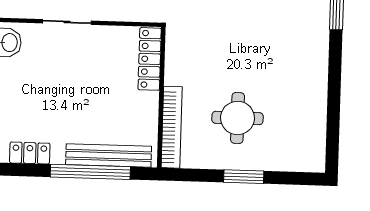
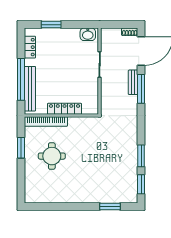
locker: (150, 59) -> (65, 109), moved
window: (244, 177) -> (21, 148), moved

